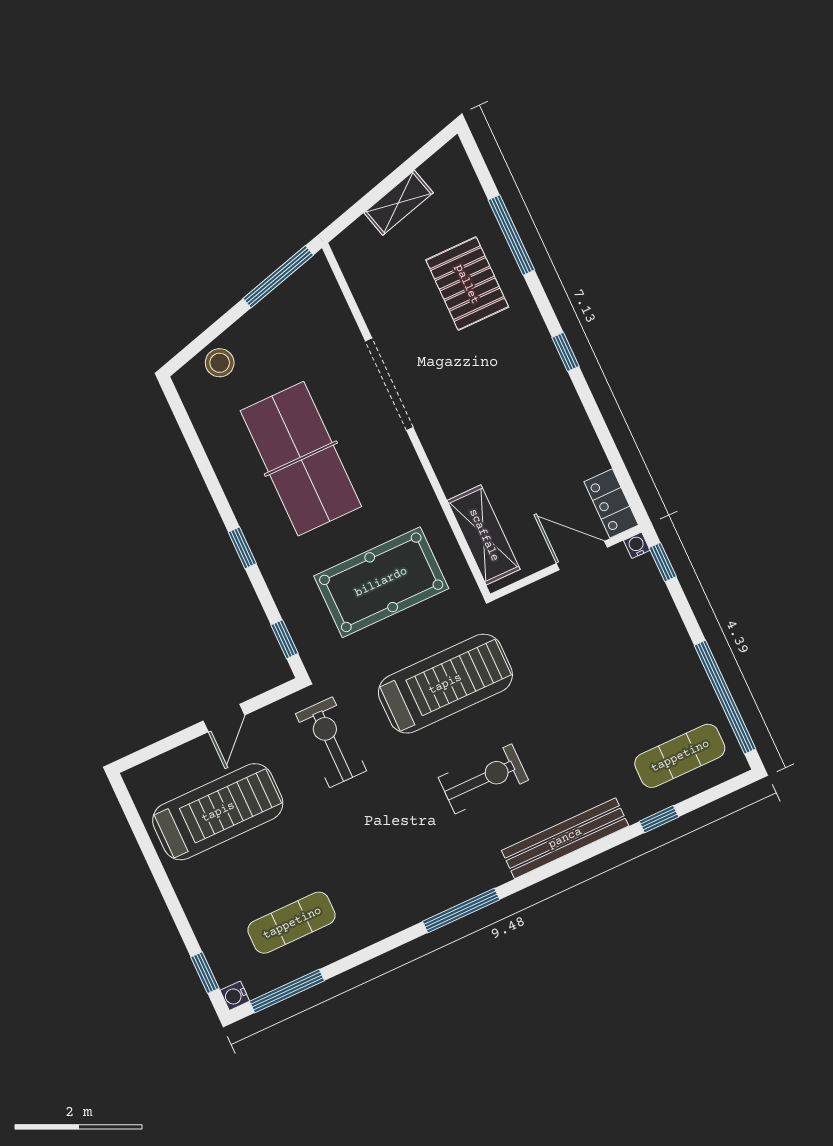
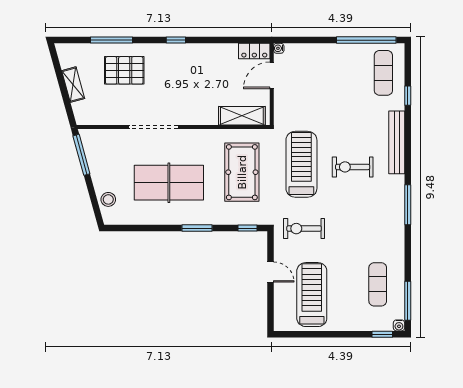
window: (242, 548) -> (197, 228), width x1.50
window: (663, 562) -> (292, 40), removed
exercise bike: (483, 779) -> (353, 167), turned -90

